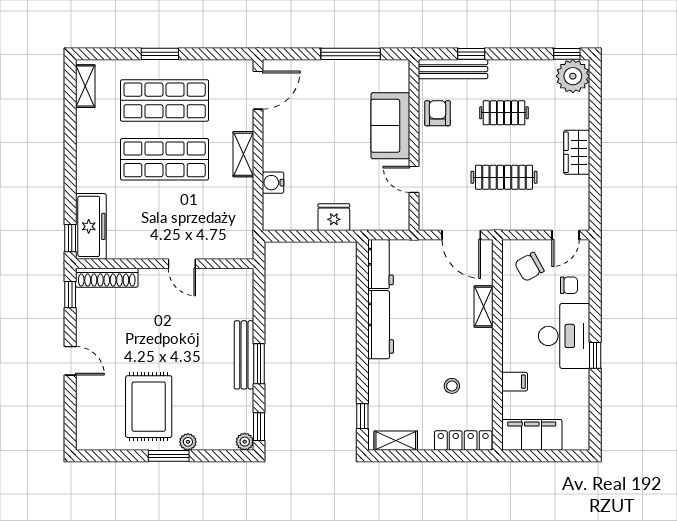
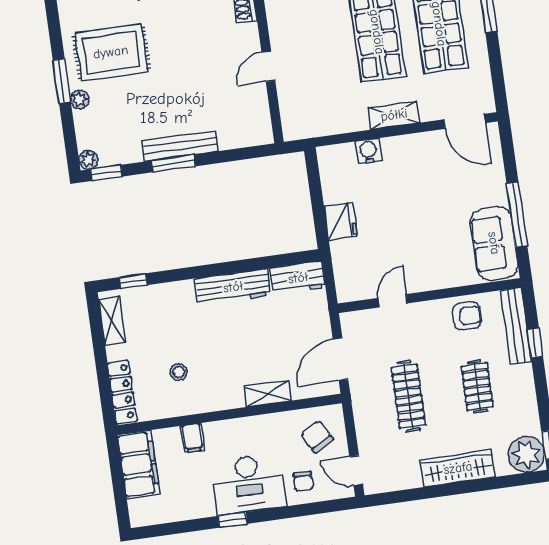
sofa: (390, 126) -> (494, 243), moved, turned -90
wardrobe: (577, 152) -> (458, 468), width x1.50

